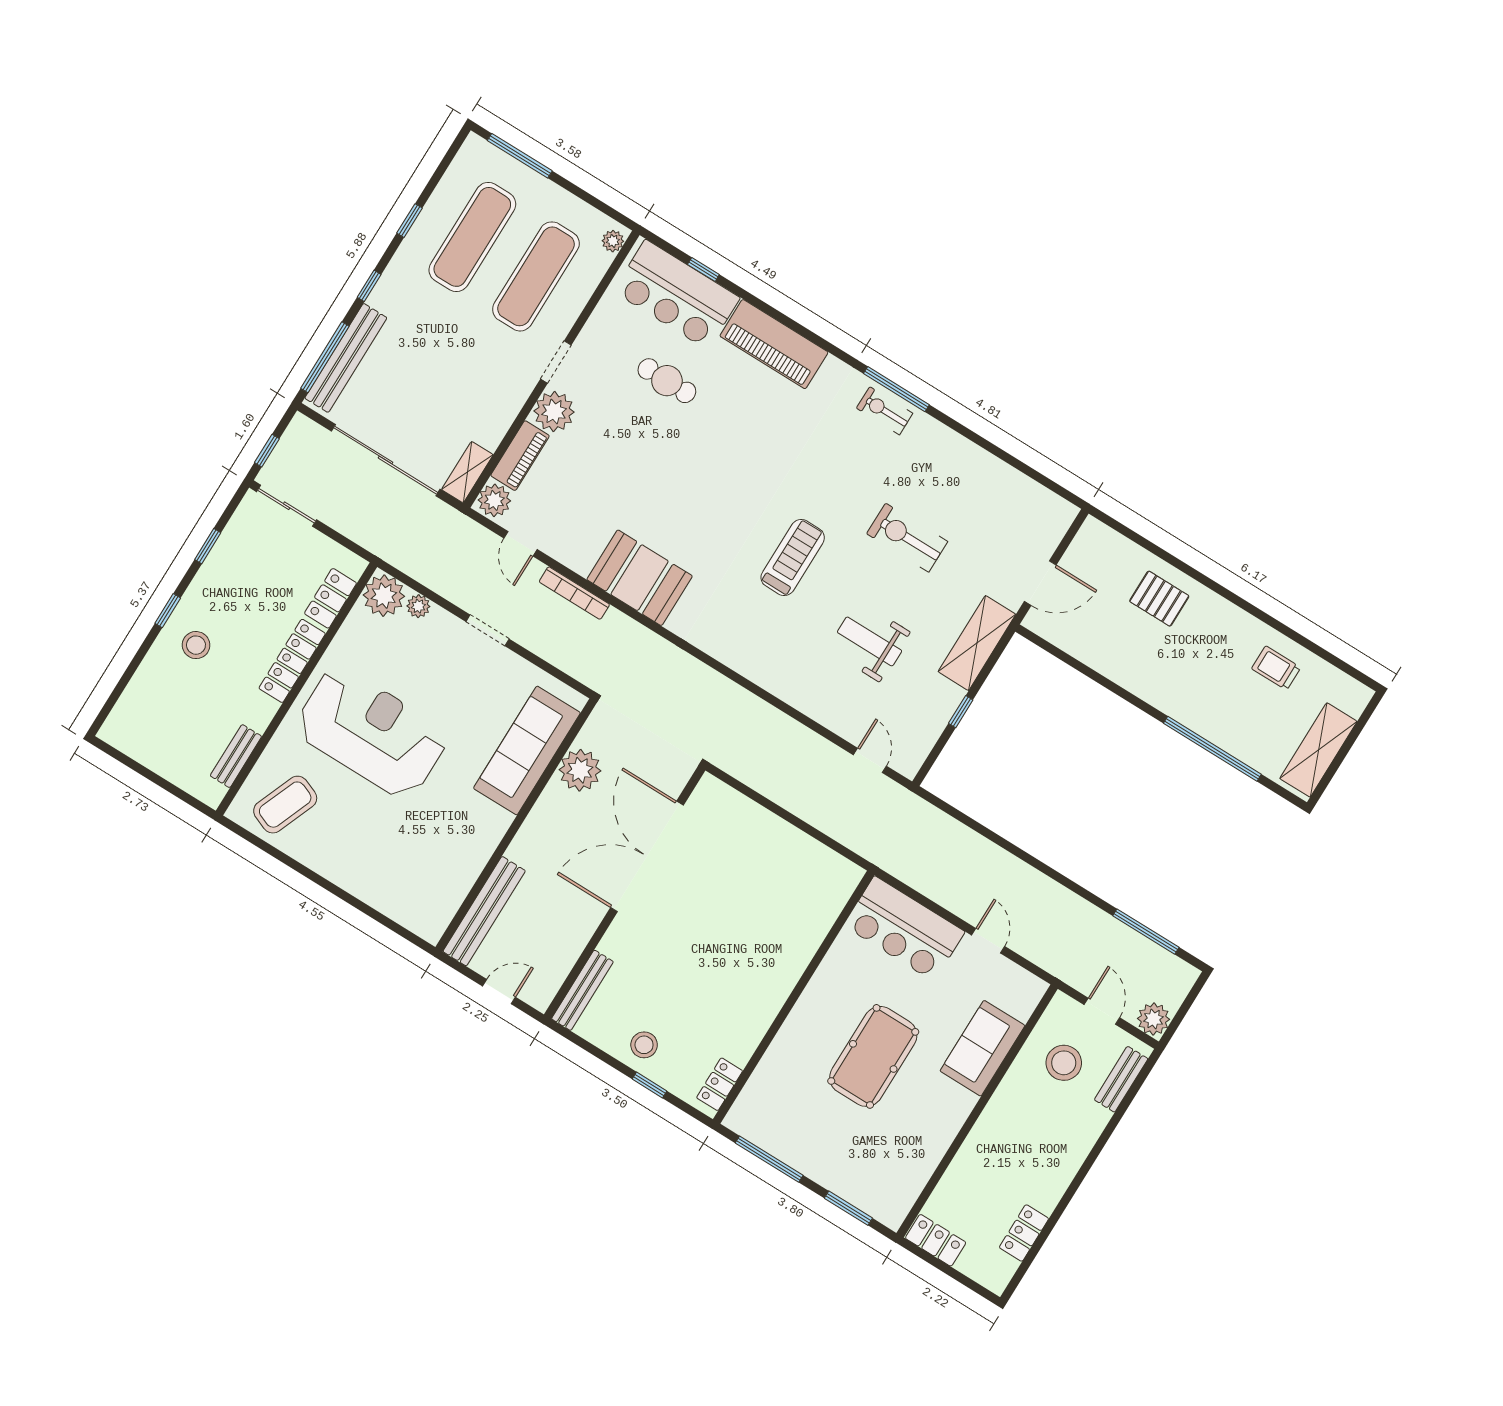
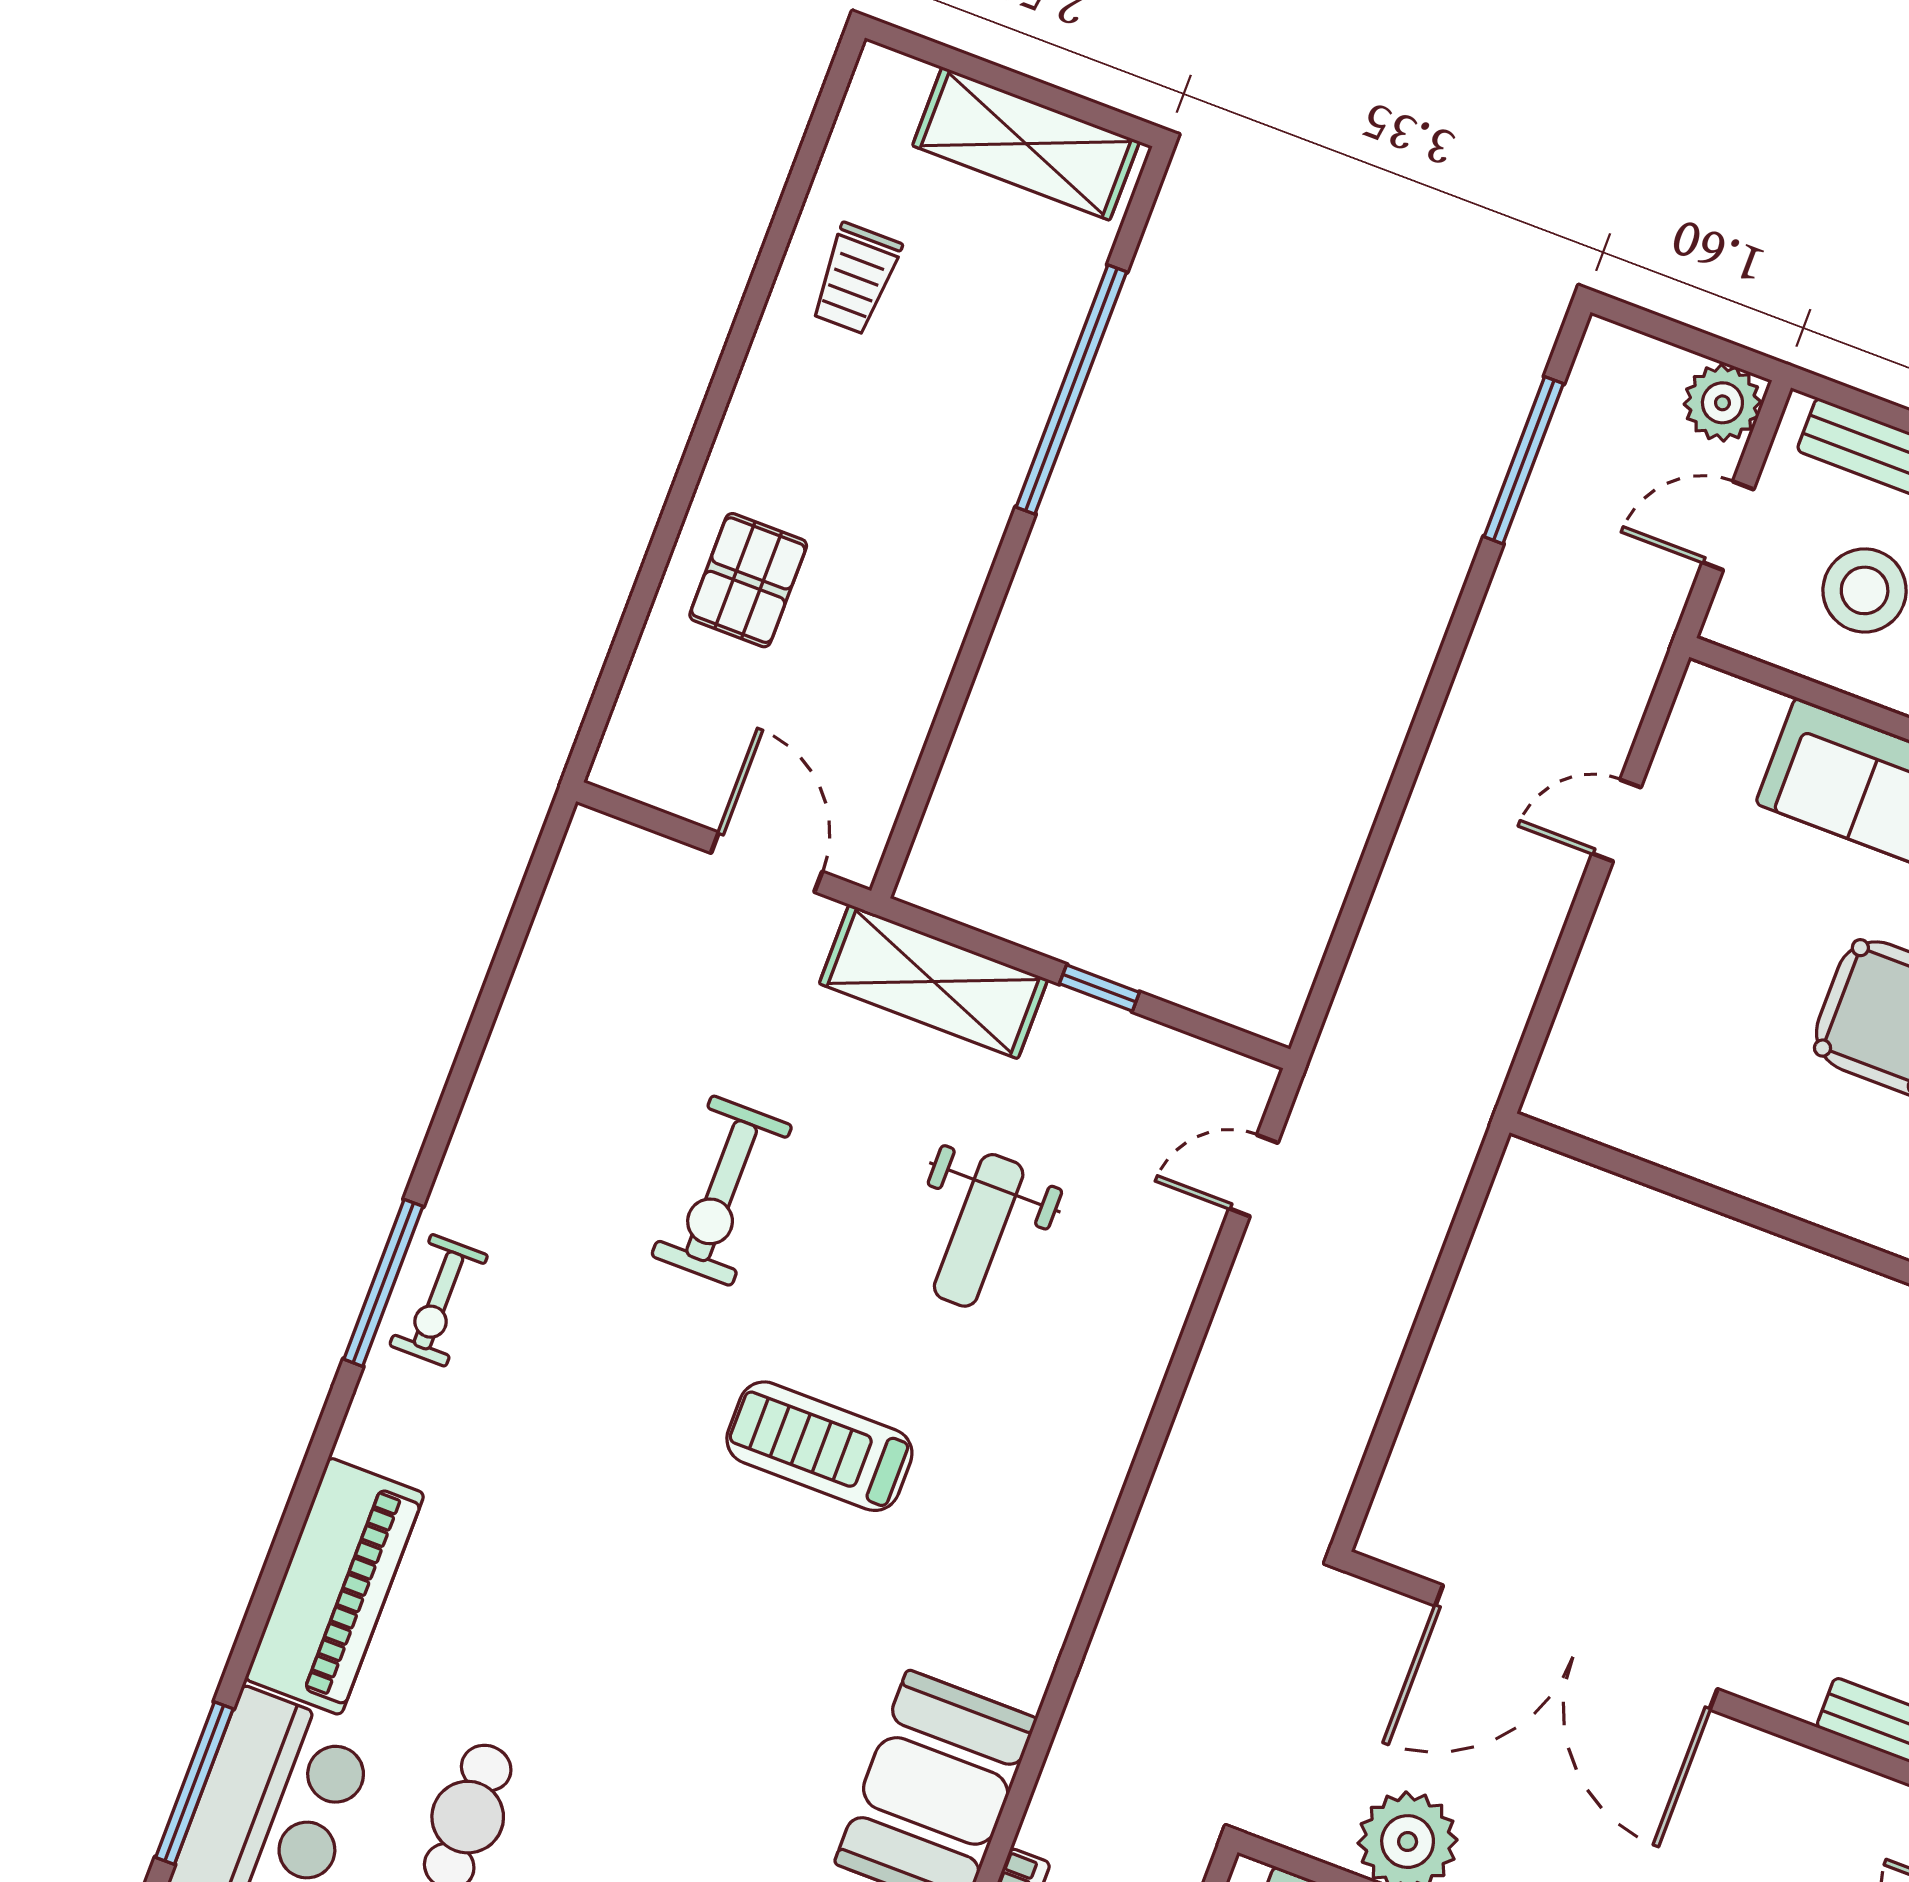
window: (703, 270) -> (194, 1783), width x2.17
bar counter: (904, 929) -> (1627, 1020), removed

